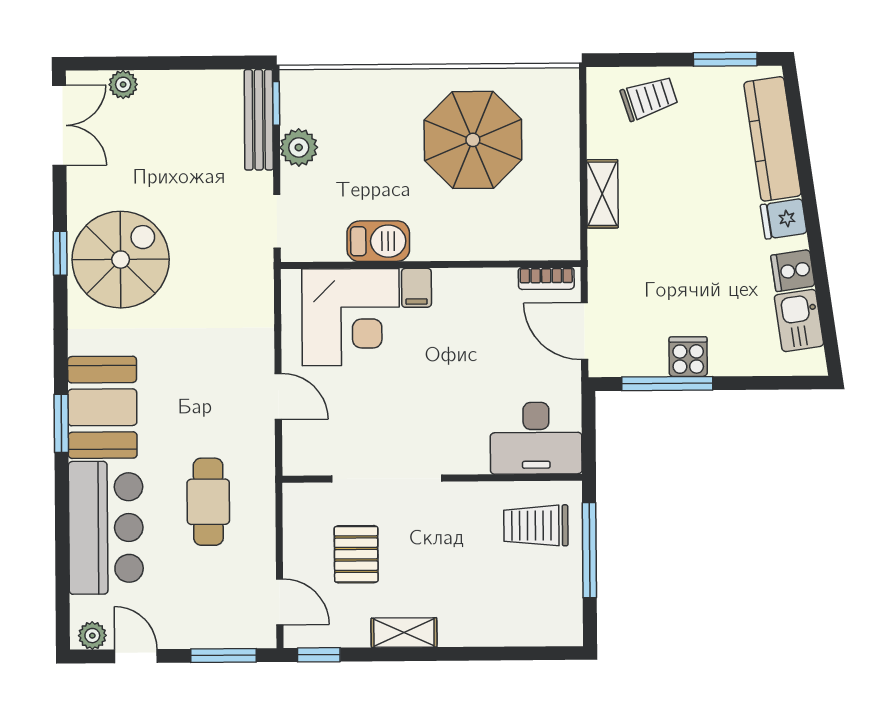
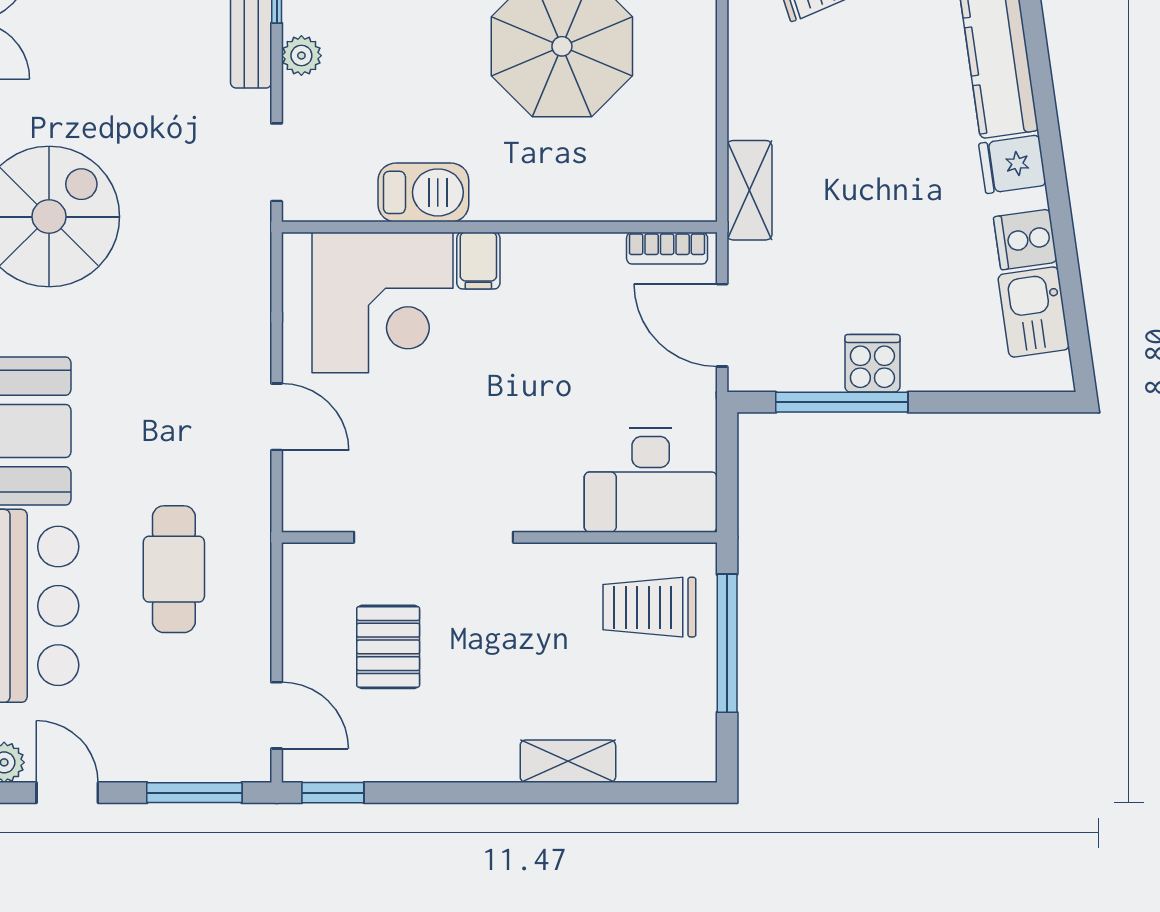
plant: (299, 147) -> (301, 56), width x0.73, depth x0.73
shelving: (602, 194) -> (749, 190), moved
shelving: (404, 633) -> (568, 761), moved

